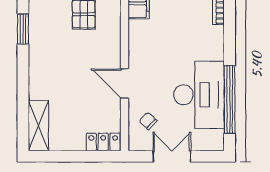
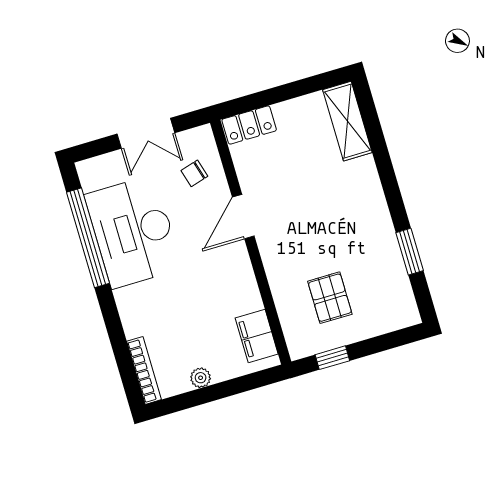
door: (124, 84) -> (243, 217), swing flipped
chair: (148, 121) -> (194, 173), turned 121

